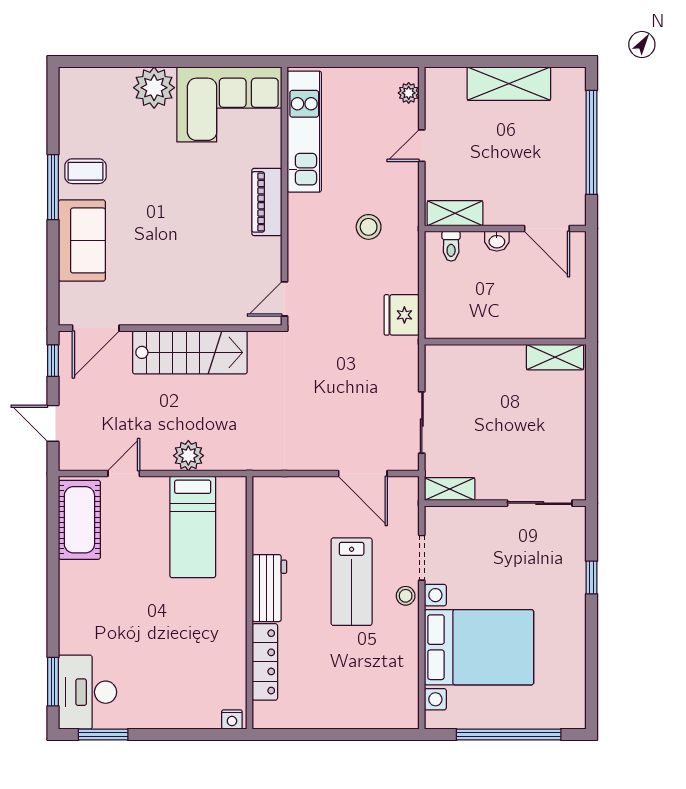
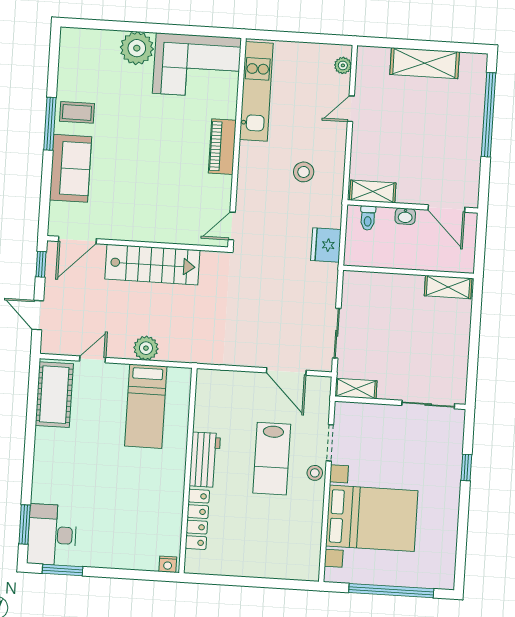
shelving: (455, 213) -> (373, 192), moved
wall: (505, 228) -> (413, 206), moved
door: (547, 228) -> (446, 209), moved
washbasin: (497, 241) -> (405, 216), moved
toilet: (451, 246) -> (368, 218), moved

